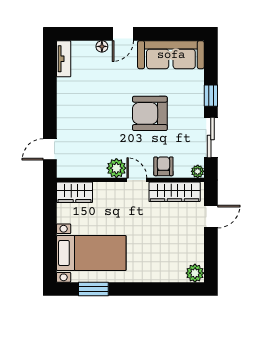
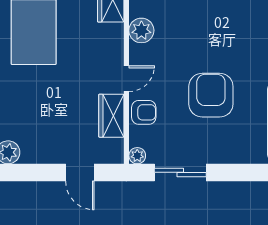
window: (211, 96) -> (234, 172), removed
plant: (116, 168) -> (141, 30), moved
wardrobe: (175, 192) -> (111, 116), width x0.67

